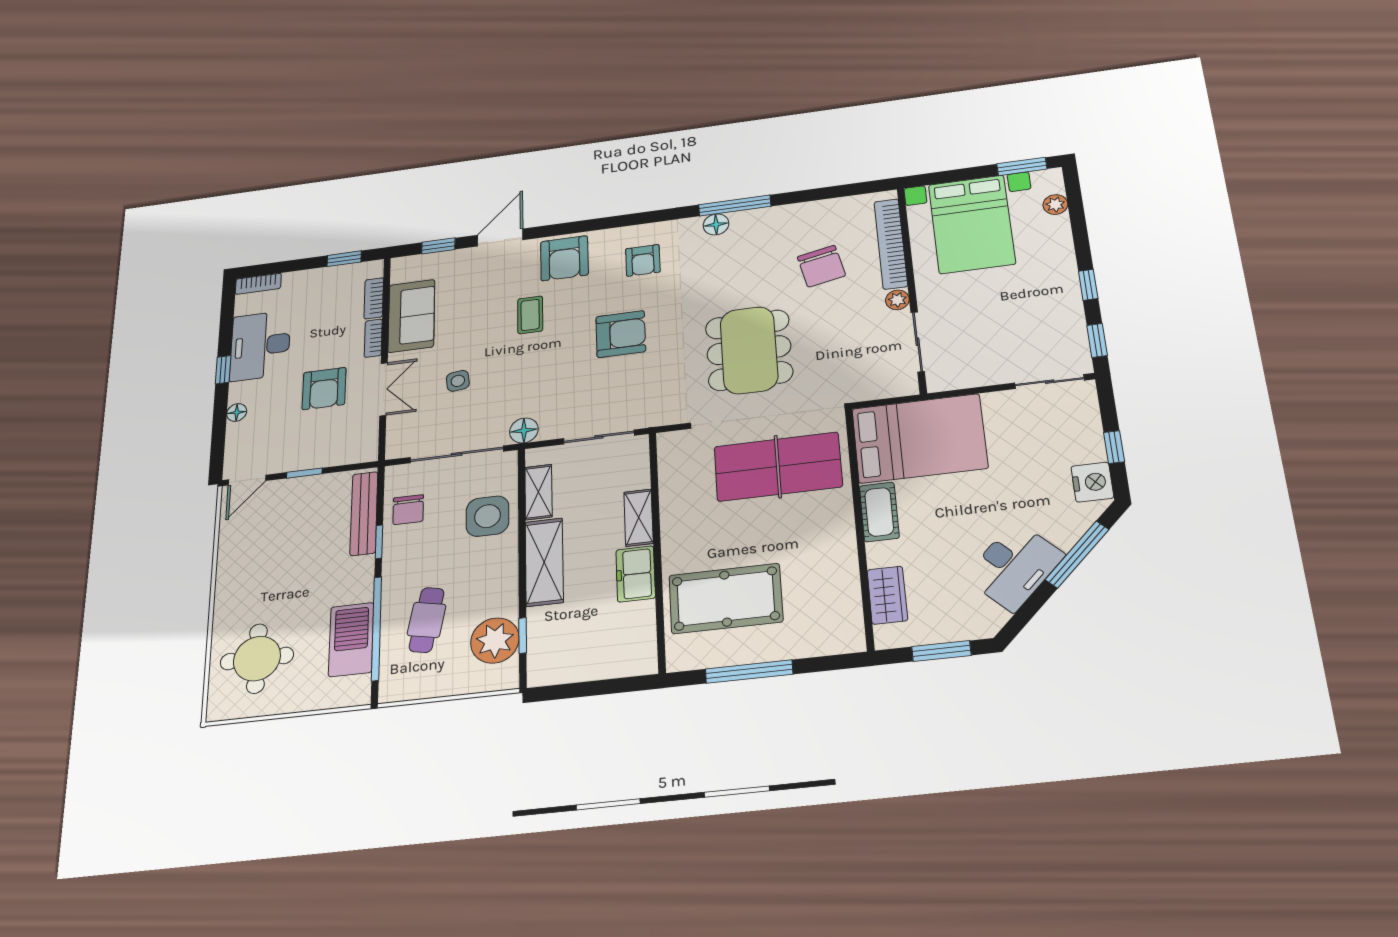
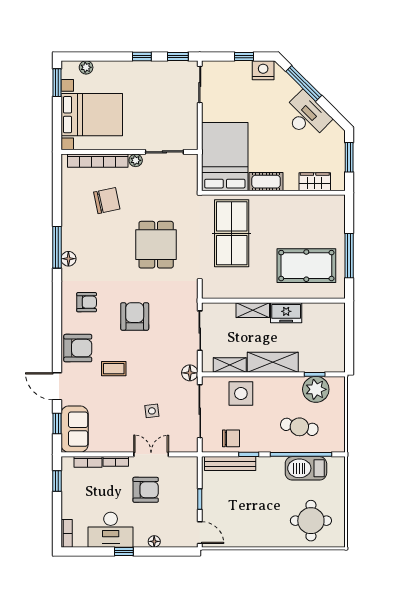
sofa: (411, 316) -> (75, 429), moved, turned 90
dining table: (749, 350) -> (156, 245), width x0.73
pool table: (726, 598) -> (306, 266), turned 90

